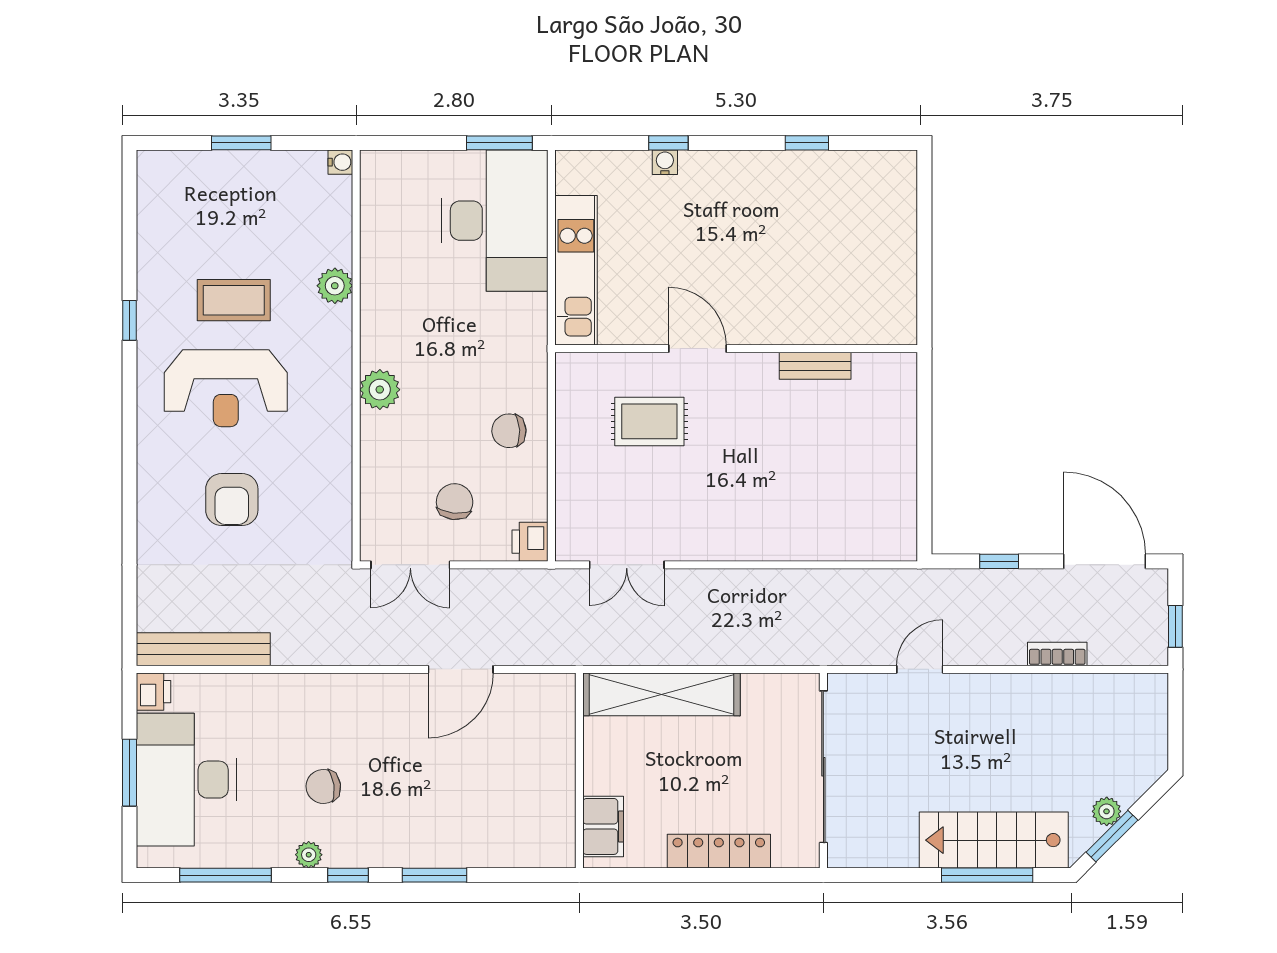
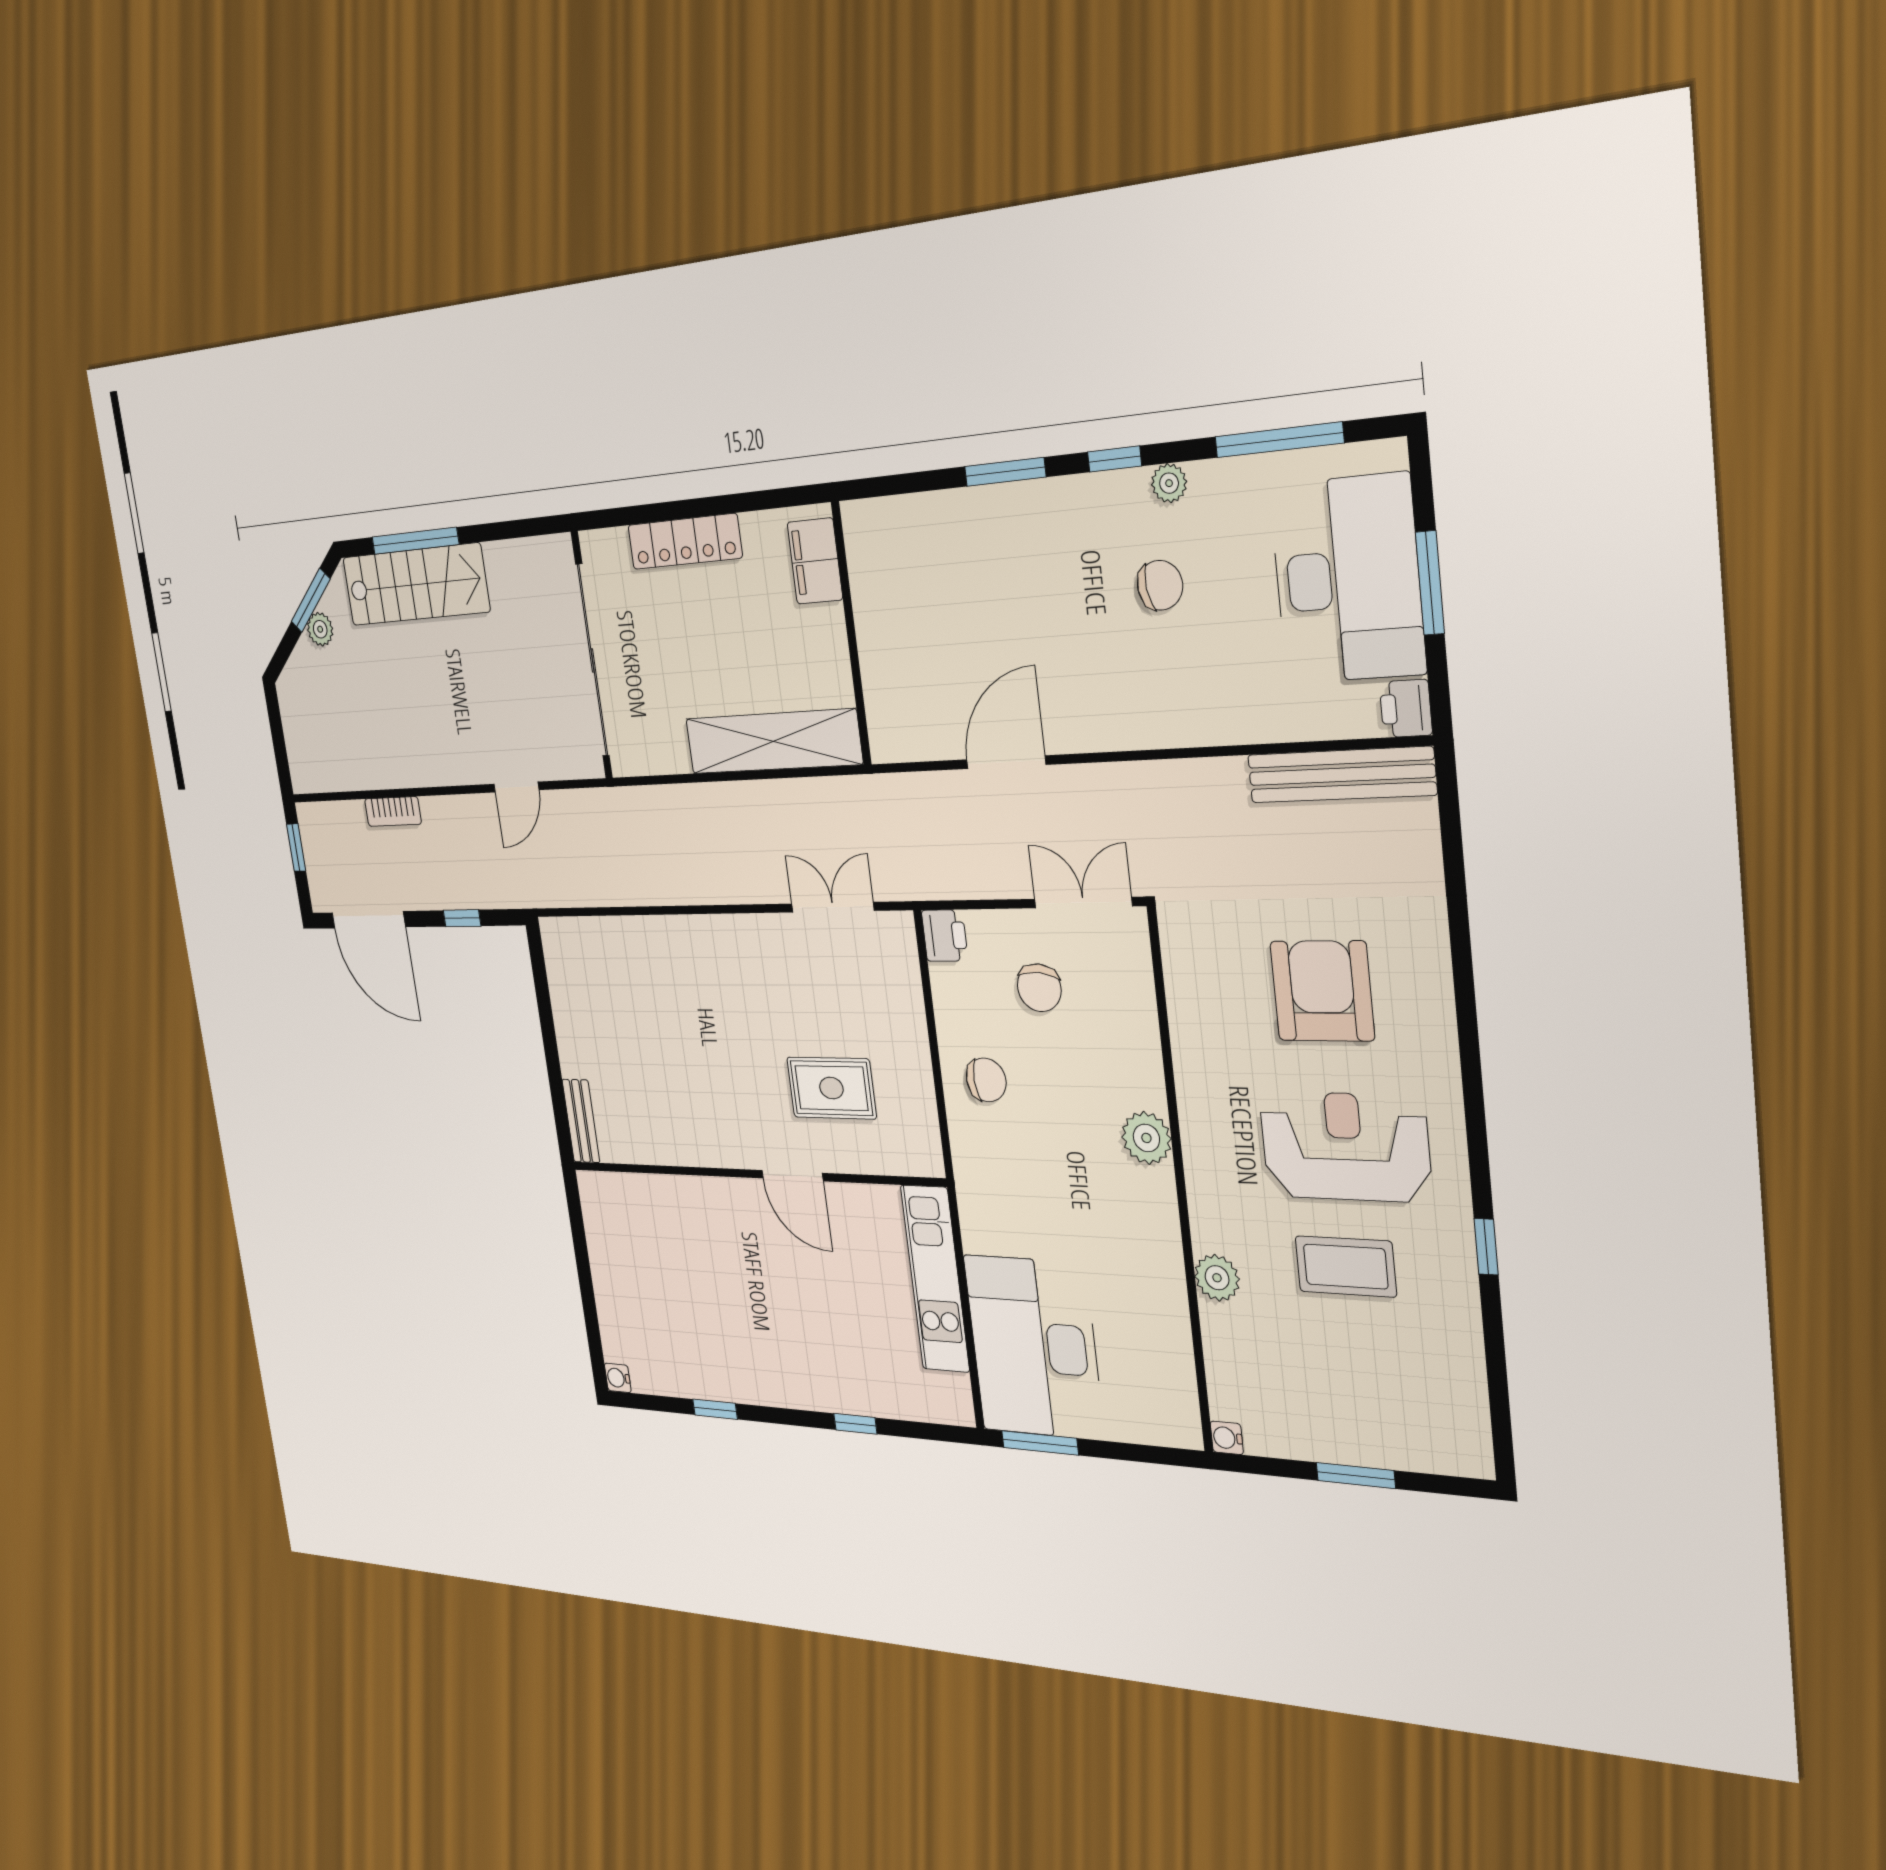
water cooler: (665, 162) -> (618, 1378), moved, turned 90
bench: (815, 366) -> (581, 1121), moved, turned 90
armchair: (232, 500) -> (1322, 991), width x1.36, depth x1.36

